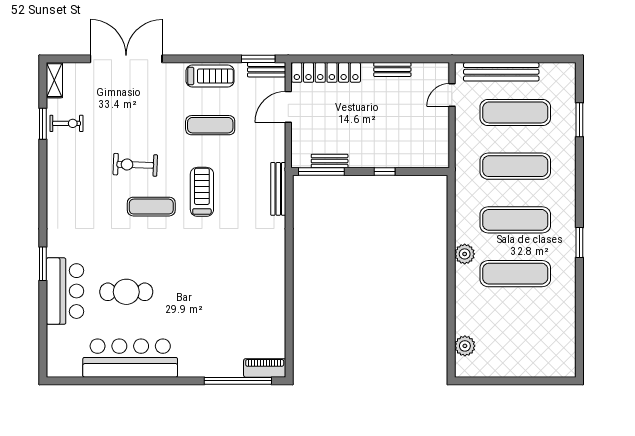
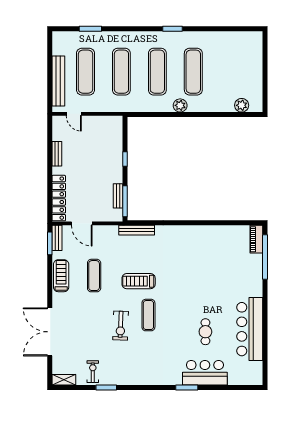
window: (43, 124) -> (106, 387), moved
cafe table: (126, 292) -> (205, 332), width x0.73, depth x0.74

